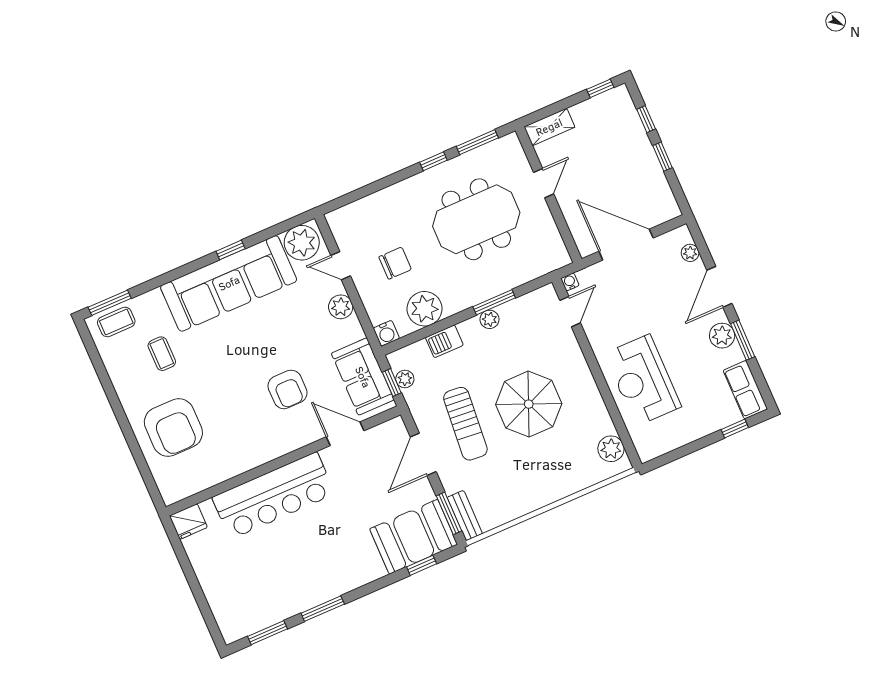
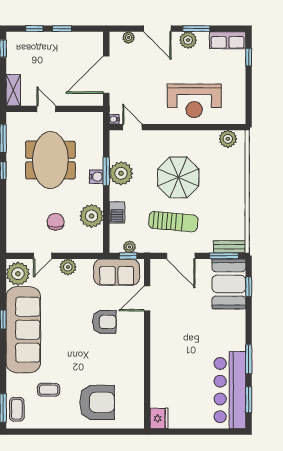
plant: (489, 319) -> (121, 173), width x1.87, depth x1.87
water cooler: (386, 333) -> (96, 177), moved
bar counter: (273, 496) -> (230, 390), moved, turned 180

